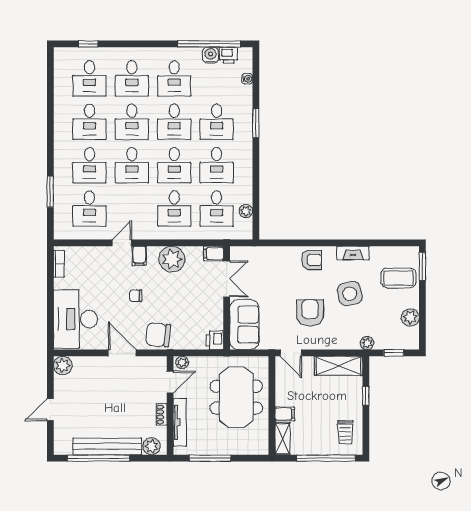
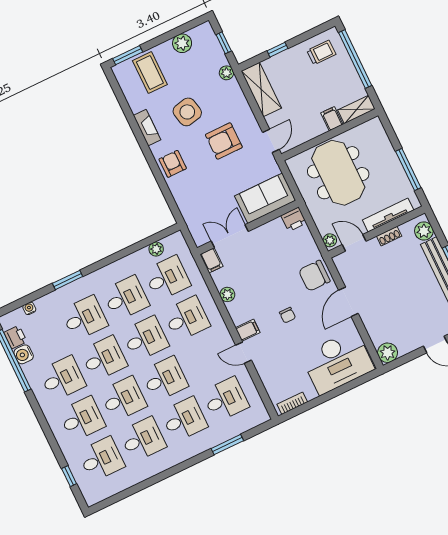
plant: (172, 259) -> (227, 294), width x0.53, depth x0.53
chair: (158, 335) -> (314, 276), turned 84
meeting table: (236, 397) -> (338, 173), turned 90

